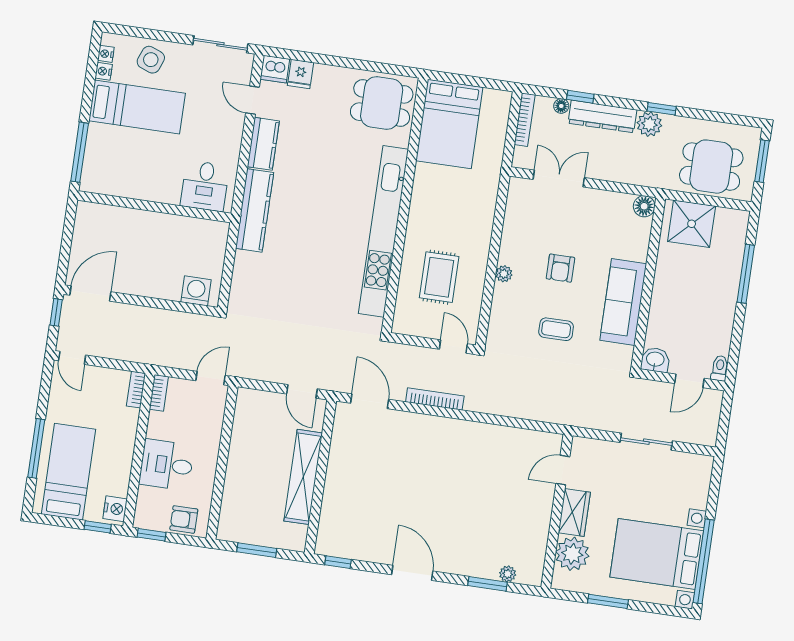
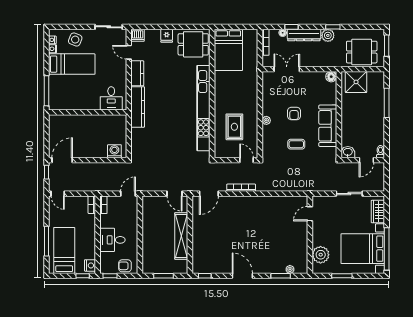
fridge: (300, 74) -> (167, 36), moved
door: (370, 401) -> (209, 194), swing flipped
wardrobe: (574, 512) -> (378, 212), moved, turned 180

